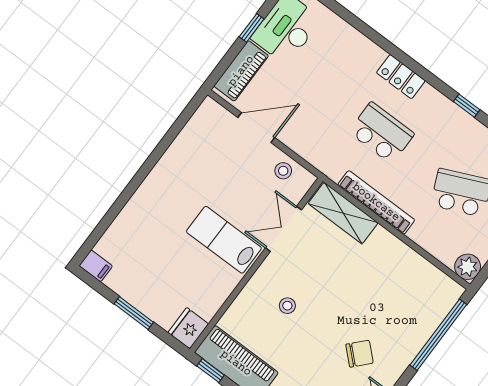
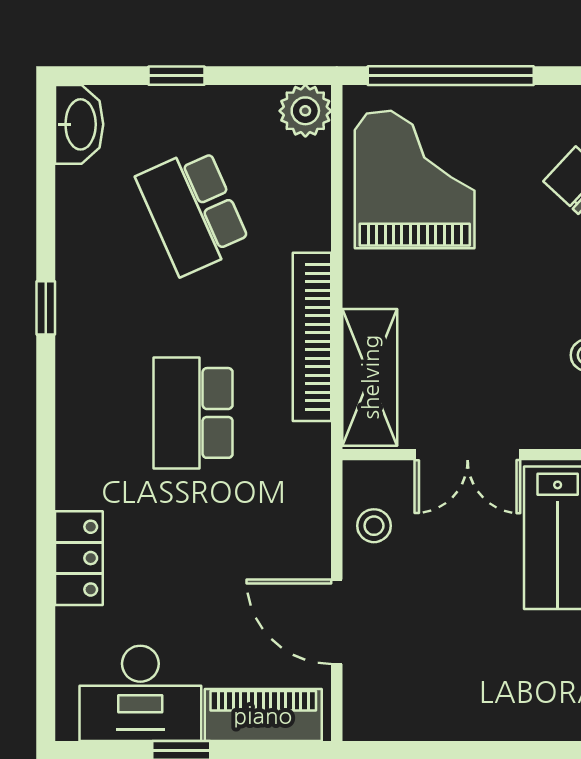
locker: (401, 77) -> (79, 558), moved
grand piano: (408, 290) -> (415, 179), added

